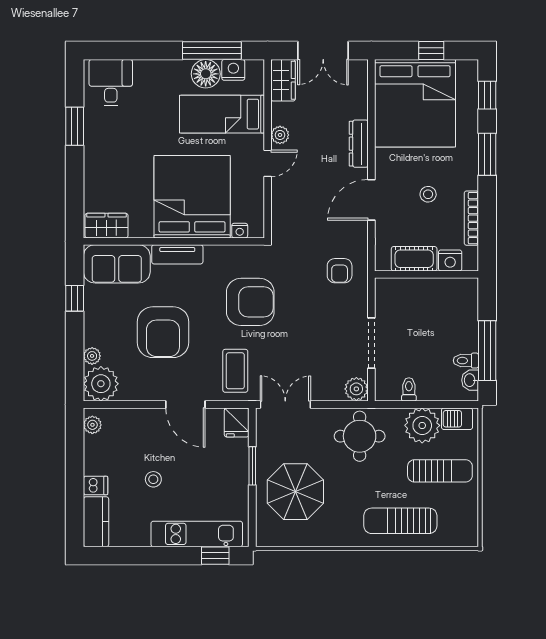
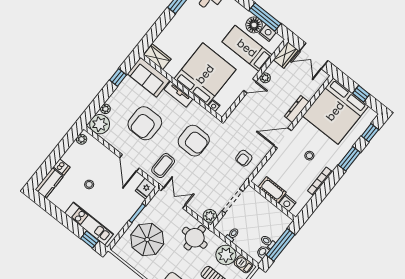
cot: (414, 259) -> (272, 190), moved
nightstand: (450, 260) -> (287, 203), moved
wall: (426, 274) -> (272, 201), moved

